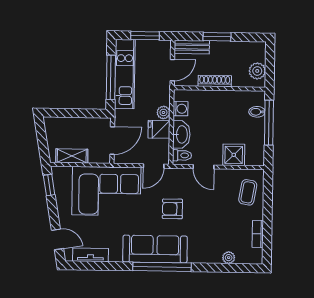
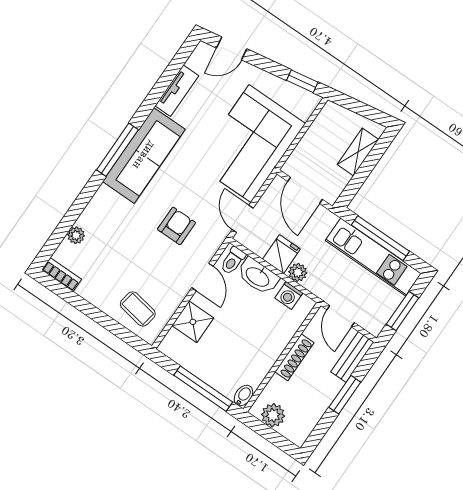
bidet: (257, 112) -> (243, 395), moved
shelving: (72, 156) -> (358, 152), moved
door: (203, 167) -> (203, 277), swing flipped
armchair: (172, 209) -> (176, 226), moved
bookcase: (258, 234) -> (62, 275), moved
tv unit: (90, 255) -> (177, 91), moved
window: (162, 267) -> (117, 150), width x0.68

